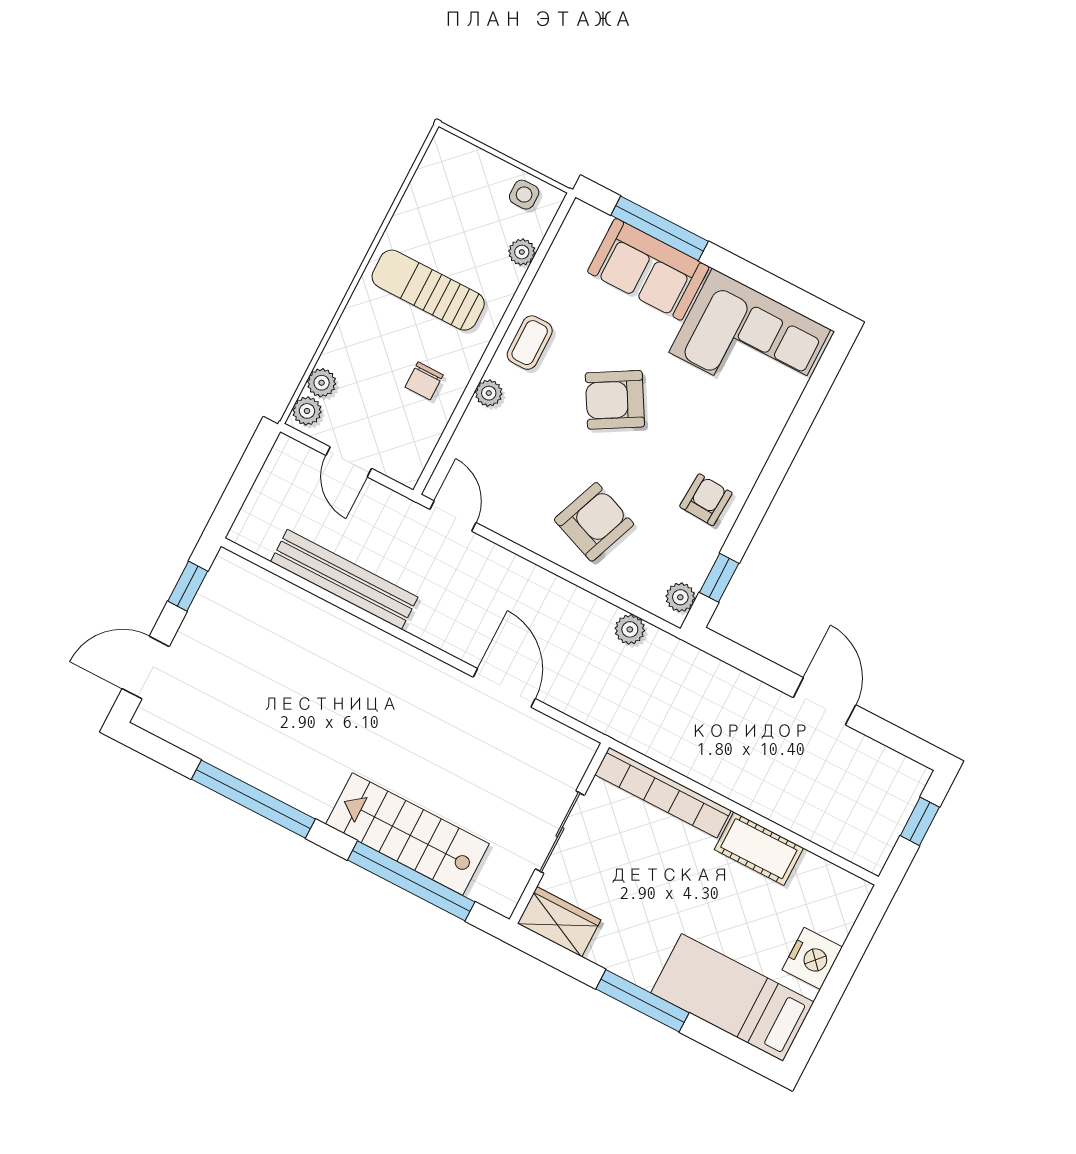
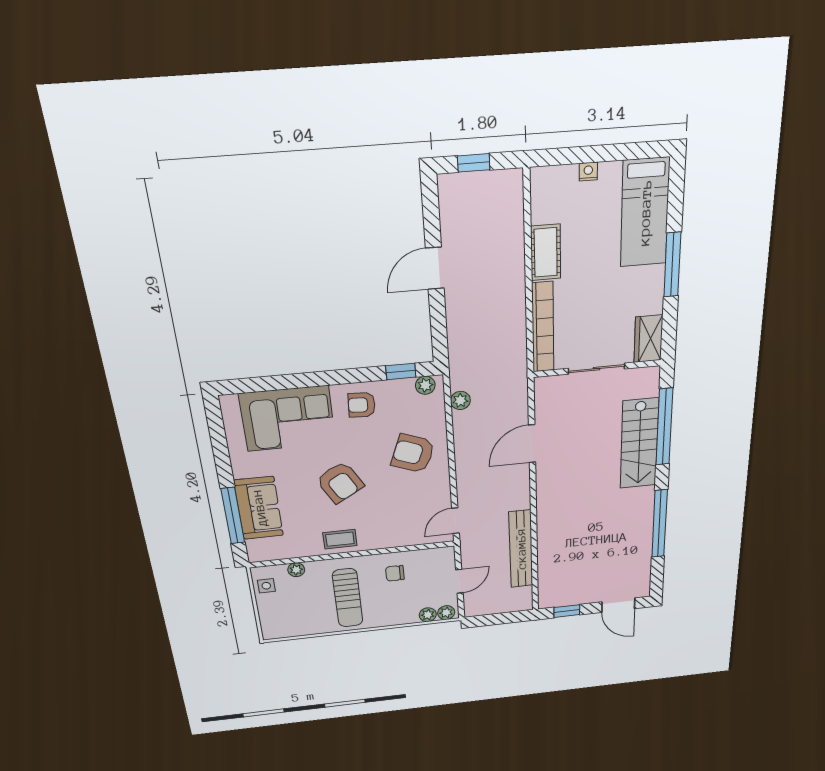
corner sofa: (750, 341) -> (288, 418), moved, turned 90
chair: (424, 381) -> (395, 573), turned 180
plant: (489, 393) -> (380, 542), removed
nightstand: (812, 958) -> (588, 172), width x0.53, depth x0.56

